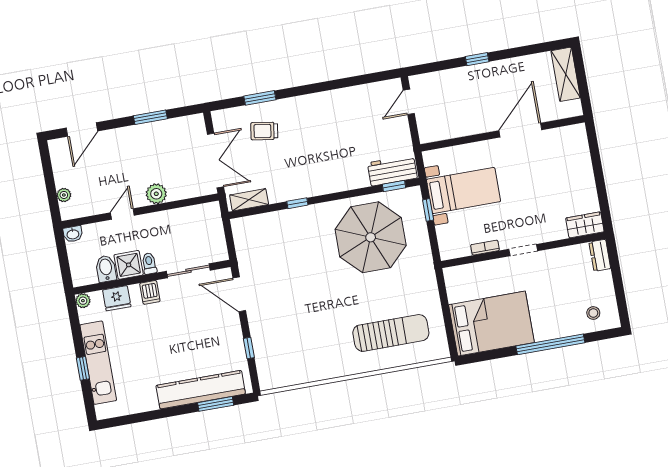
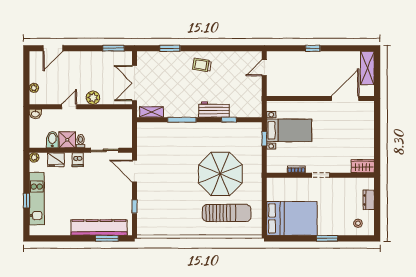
window: (150, 117) -> (113, 48), moved
door: (520, 130) -> (345, 98), moved
trolley: (264, 131) -> (202, 65), moved
double door: (215, 161) -> (134, 83), swing flipped
workbench: (392, 170) -> (214, 110), moved
window: (394, 186) -> (229, 120), moved
window: (297, 203) -> (182, 120), width x2.17
parasol: (371, 237) -> (220, 174), moved
dresser: (600, 255) -> (369, 200), moved
window: (550, 344) -> (327, 238), width x0.47

